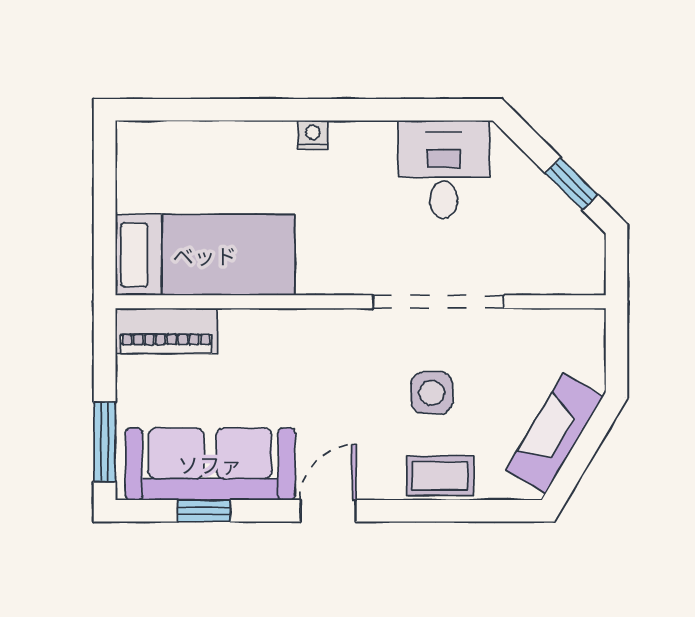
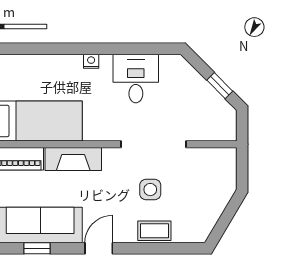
desk: (444, 170) -> (136, 79), moved
fireplace: (555, 433) -> (73, 159), moved, turned -121

